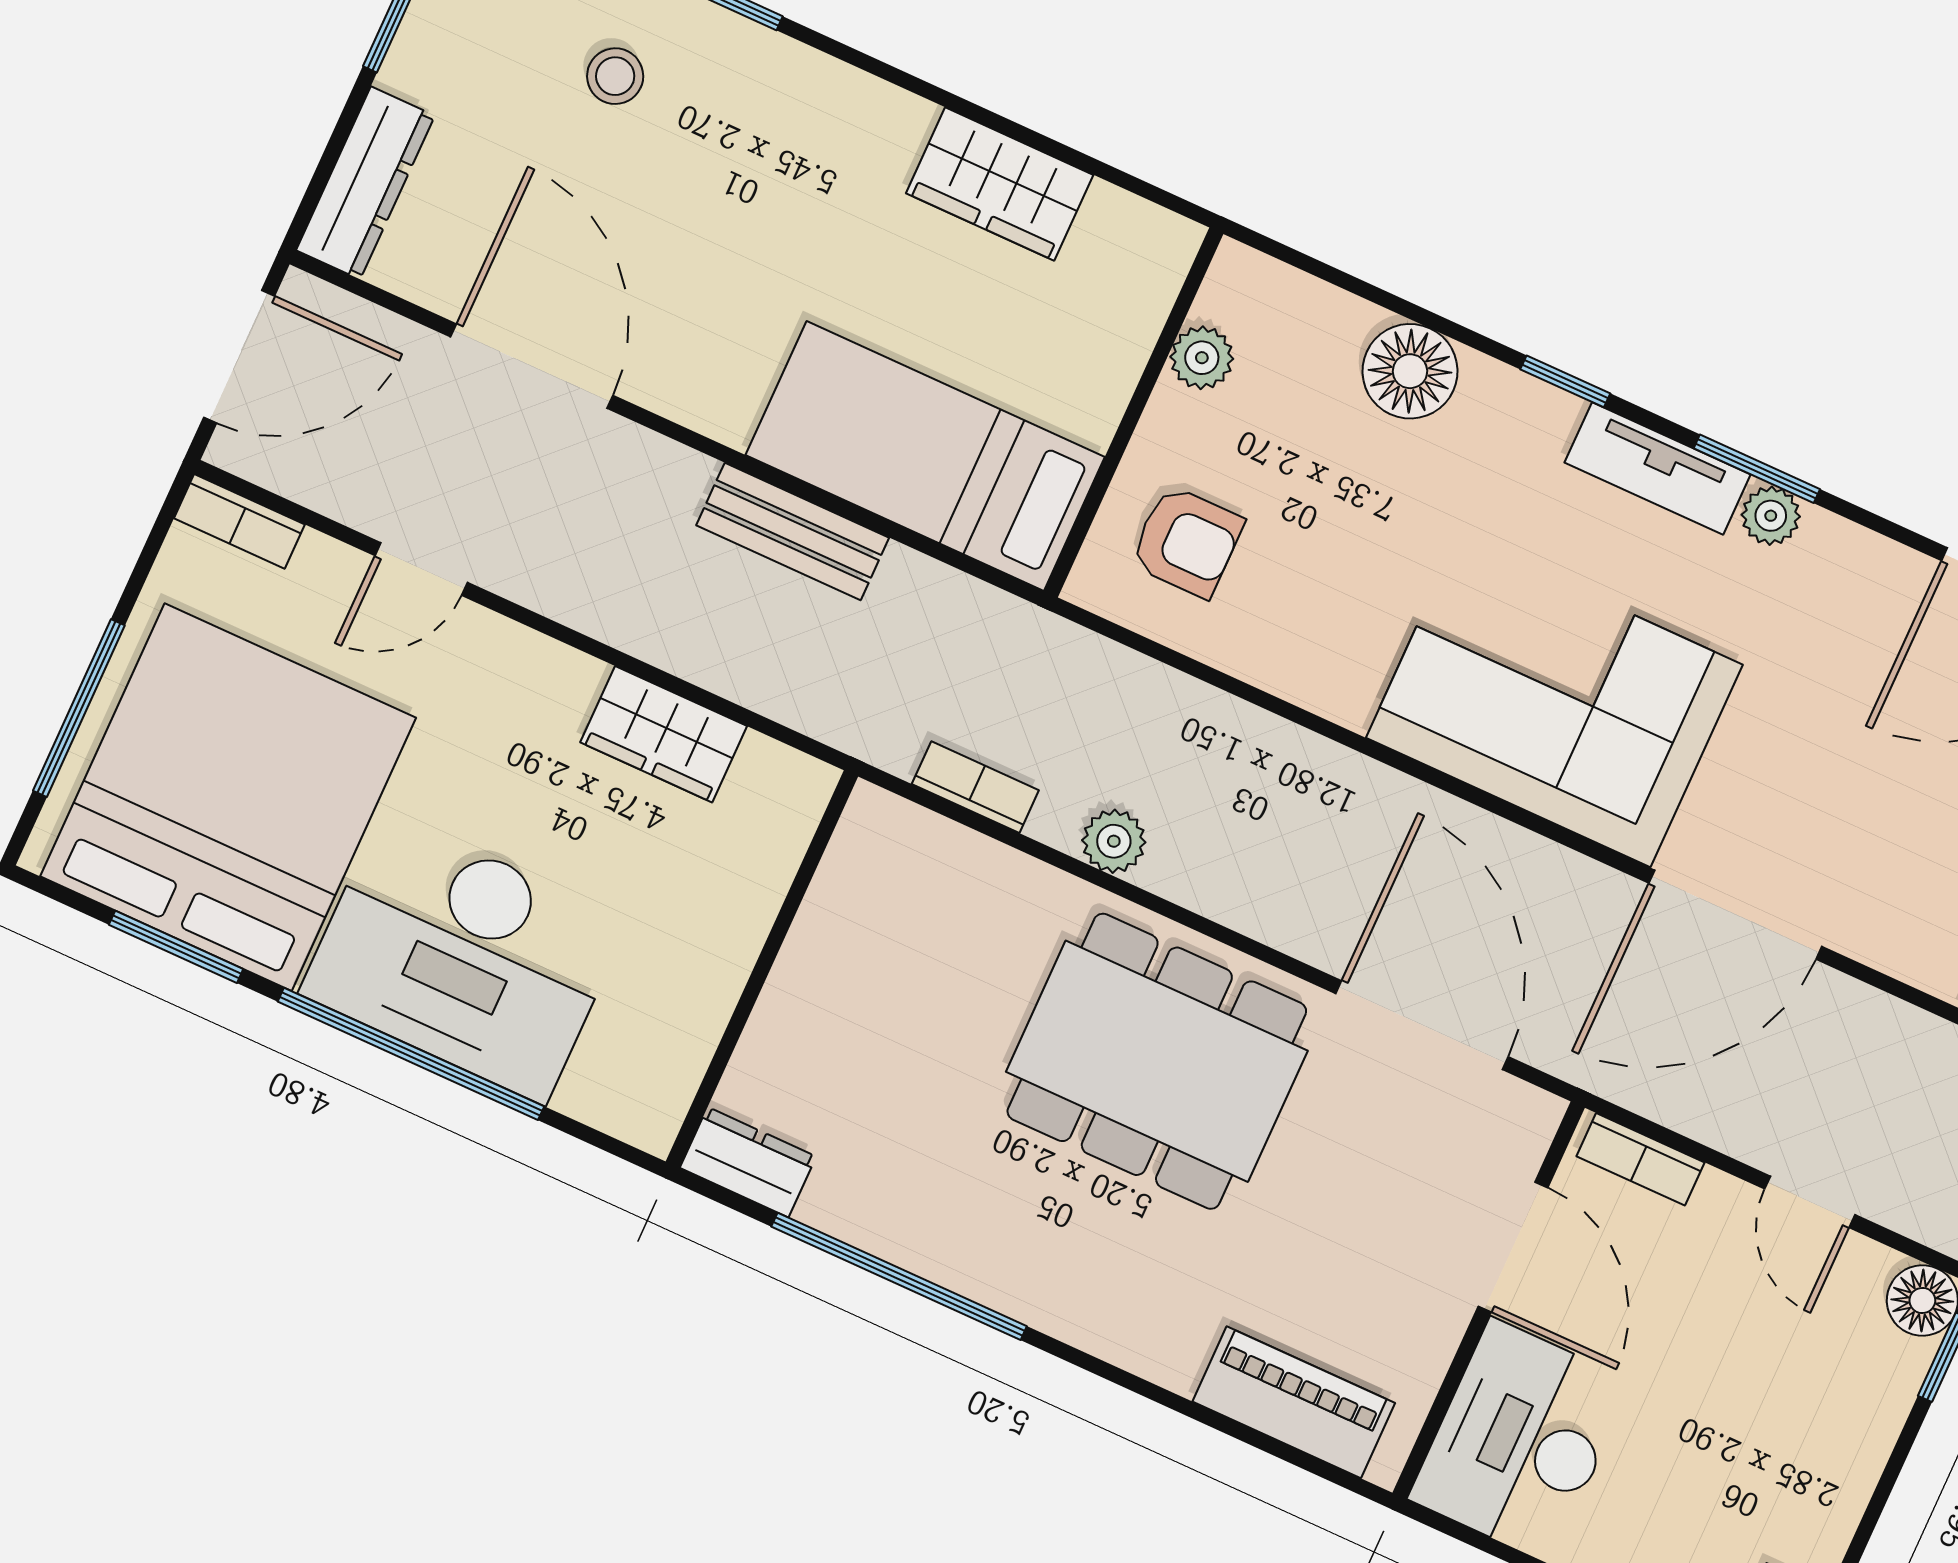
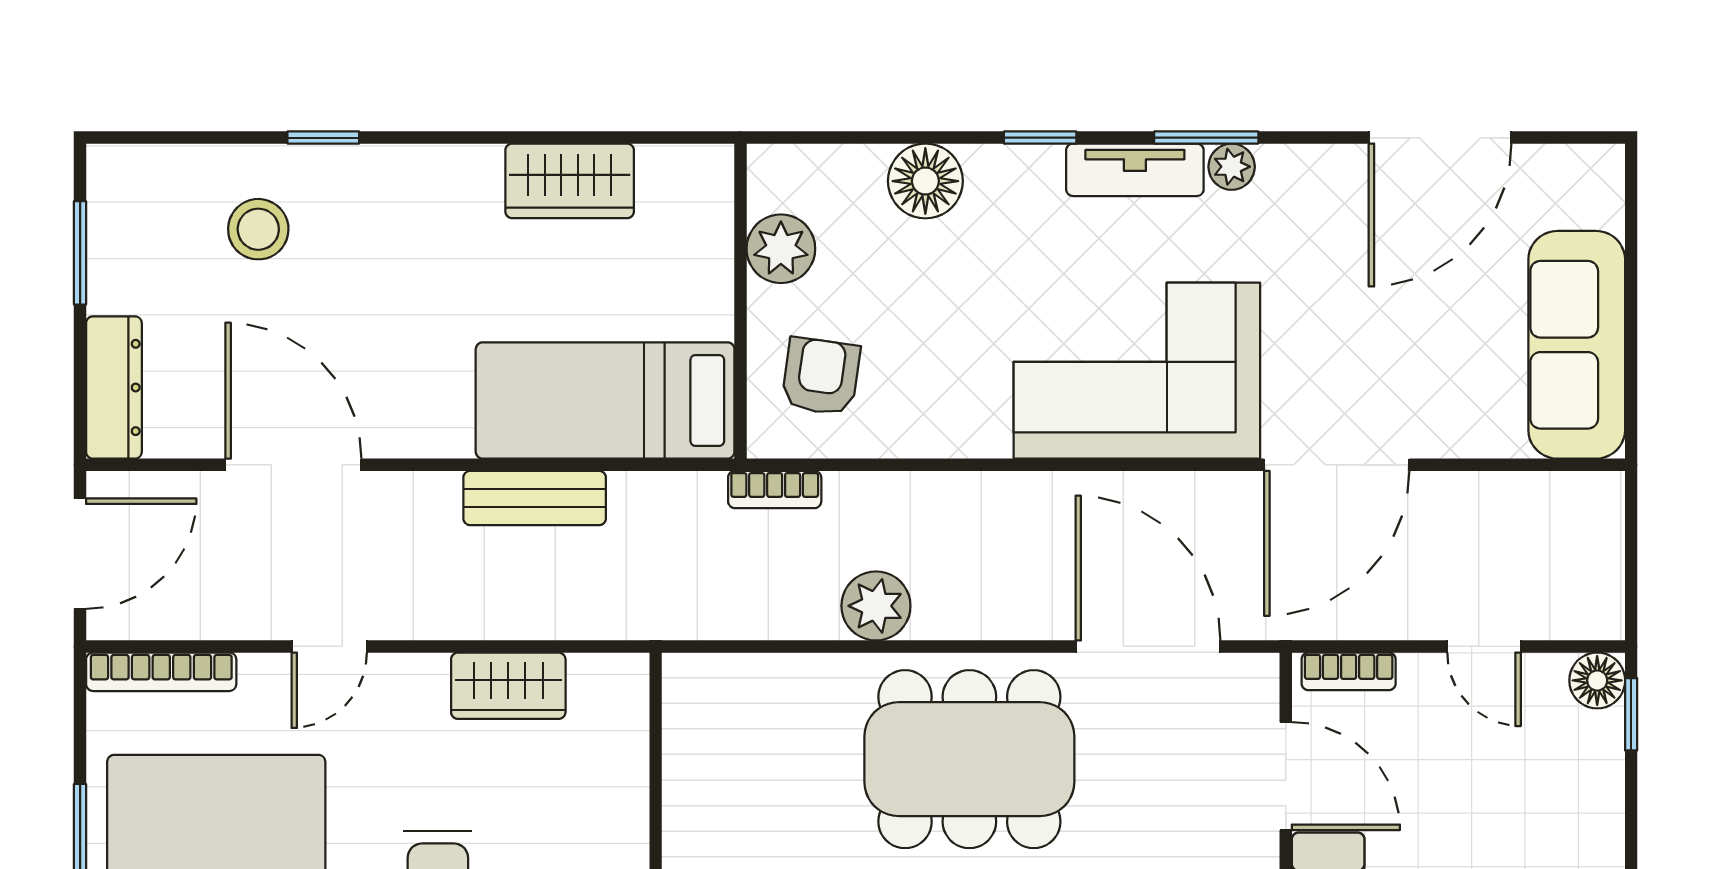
stool: (615, 76) -> (258, 229), width x1.37, depth x1.37
plant: (1202, 358) -> (781, 249), width x1.38, depth x1.38
bookcase: (239, 521) -> (161, 672), width x1.56
armchair: (1187, 542) -> (821, 376), turned -82
door: (421, 569) -> (329, 646), moved
bookcase: (975, 787) -> (775, 489), moved, turned 180
plant: (1114, 841) -> (876, 606), width x1.38, depth x1.38

